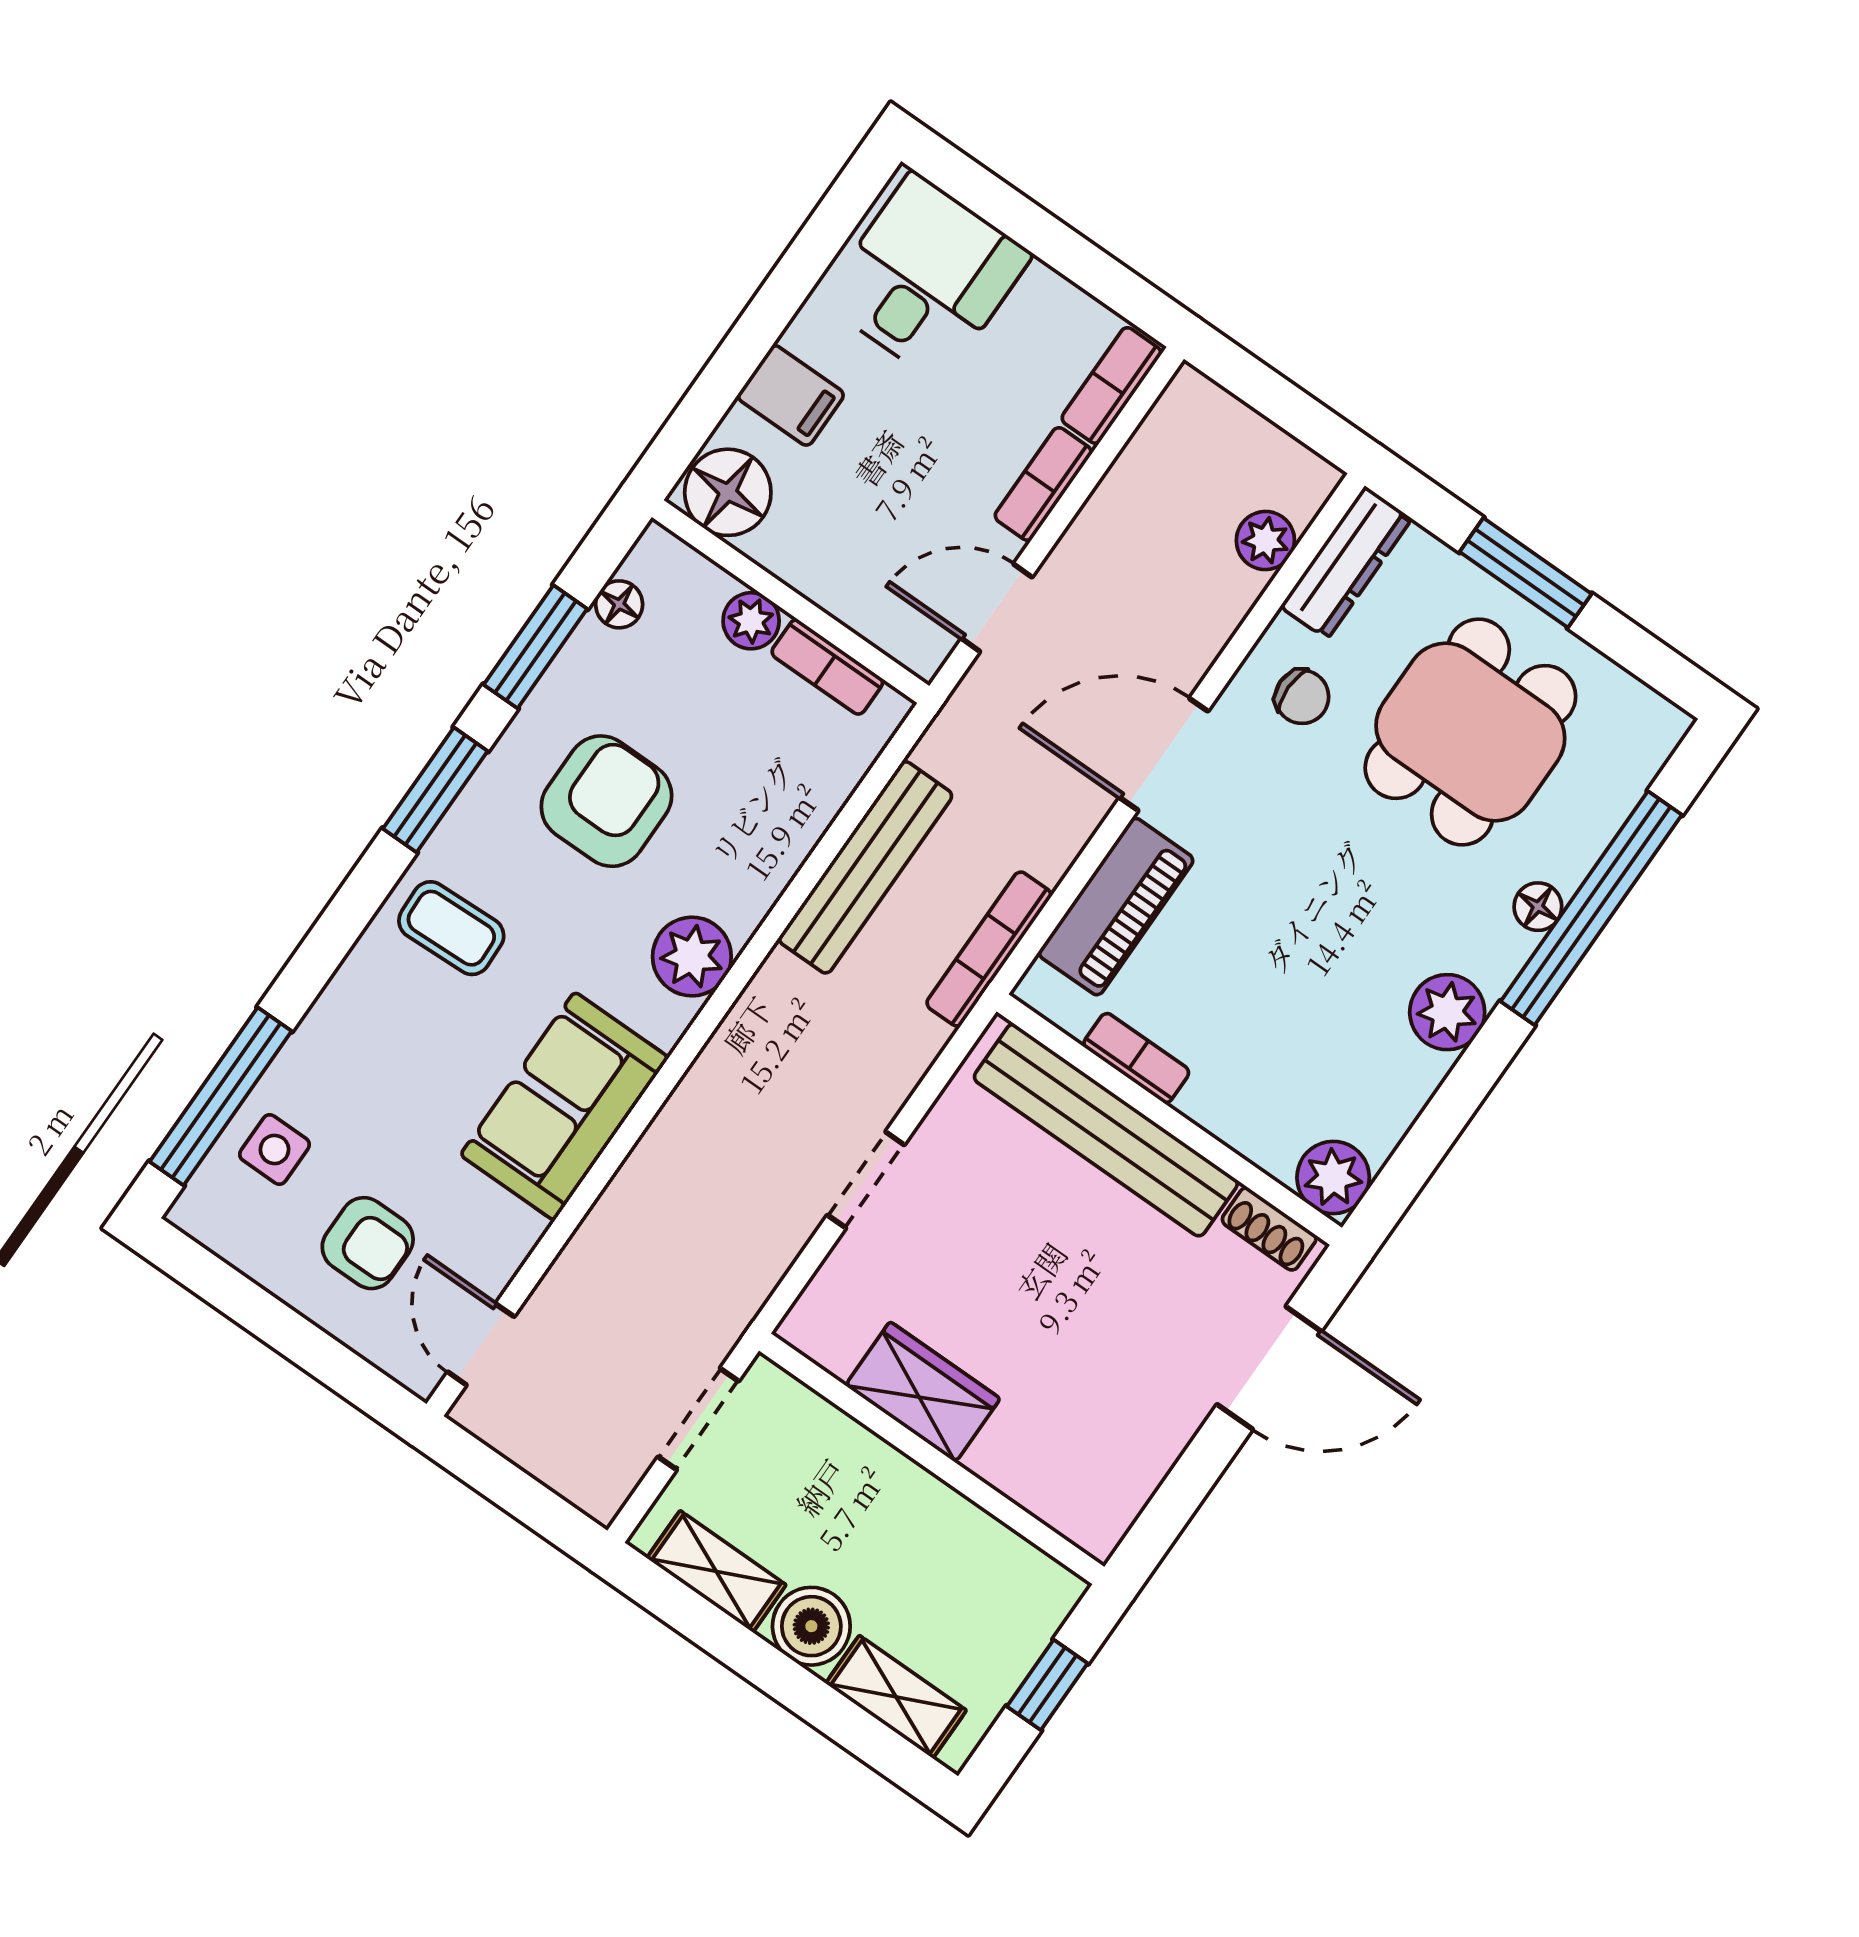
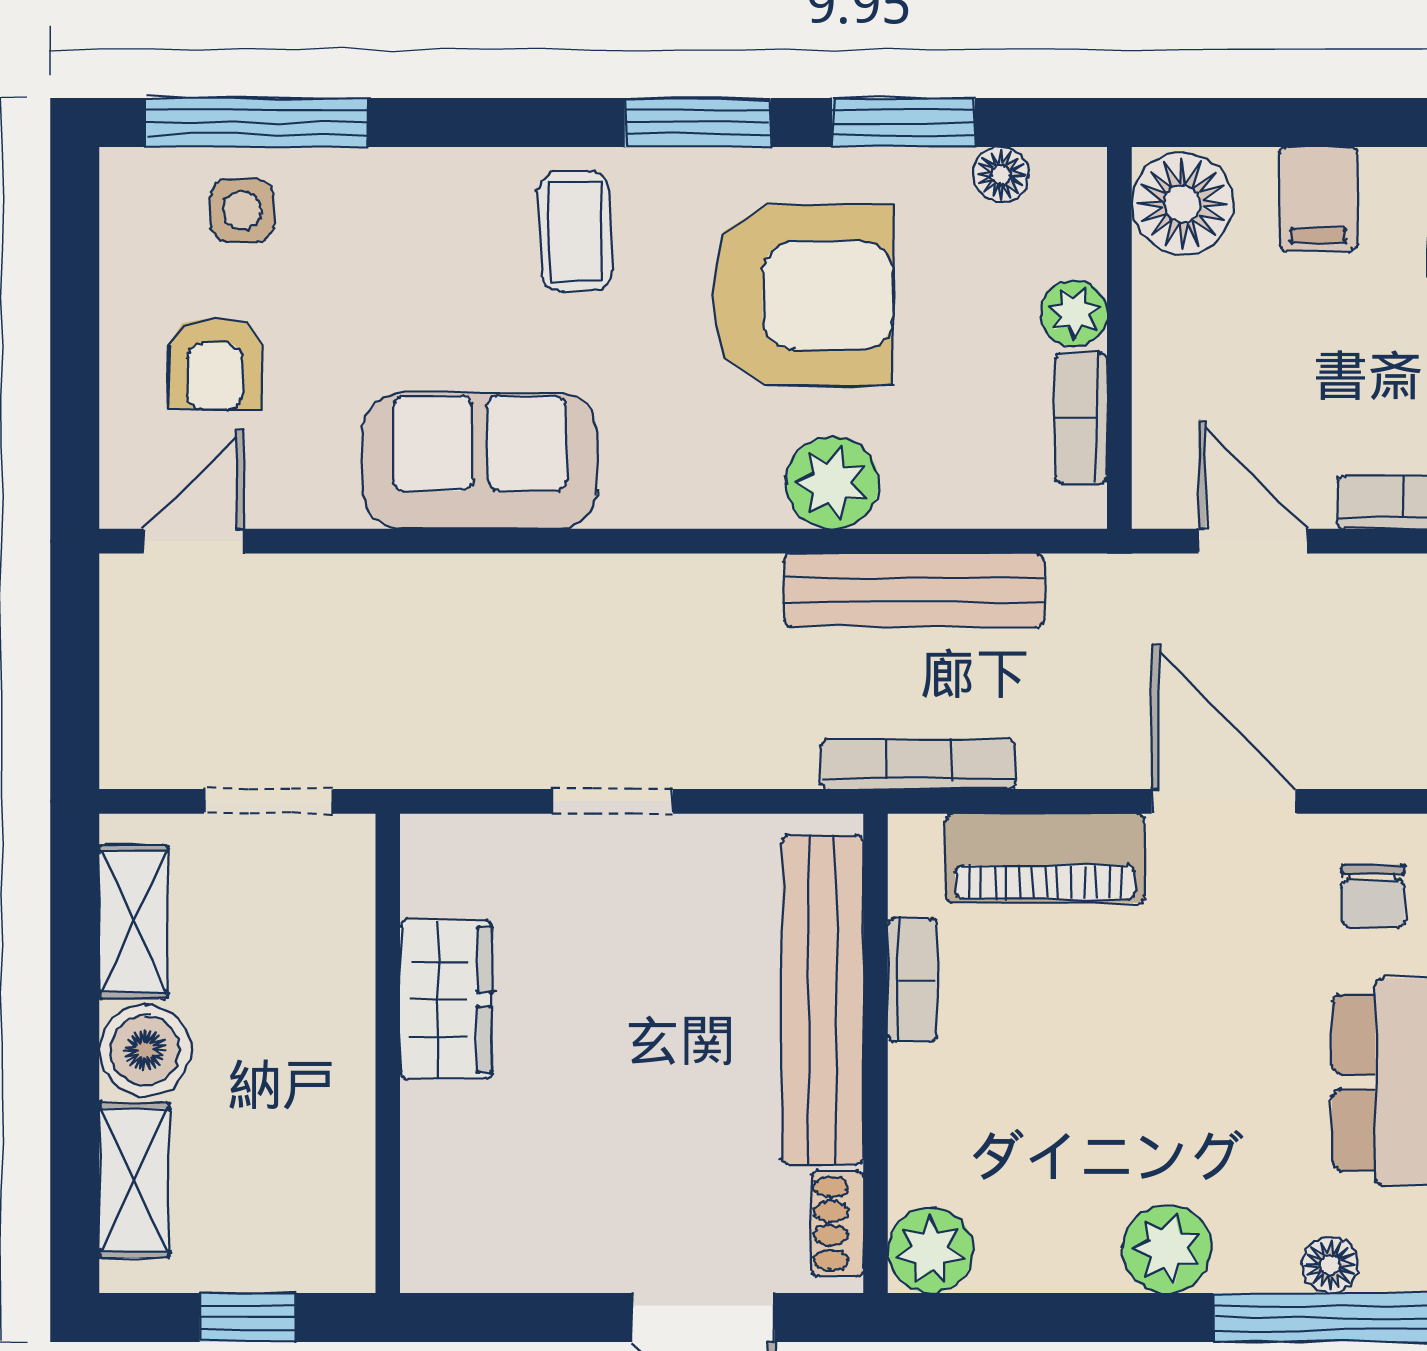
armchair: (606, 801) -> (803, 295), width x1.36, depth x1.36
plant: (692, 957) -> (832, 483), moved

